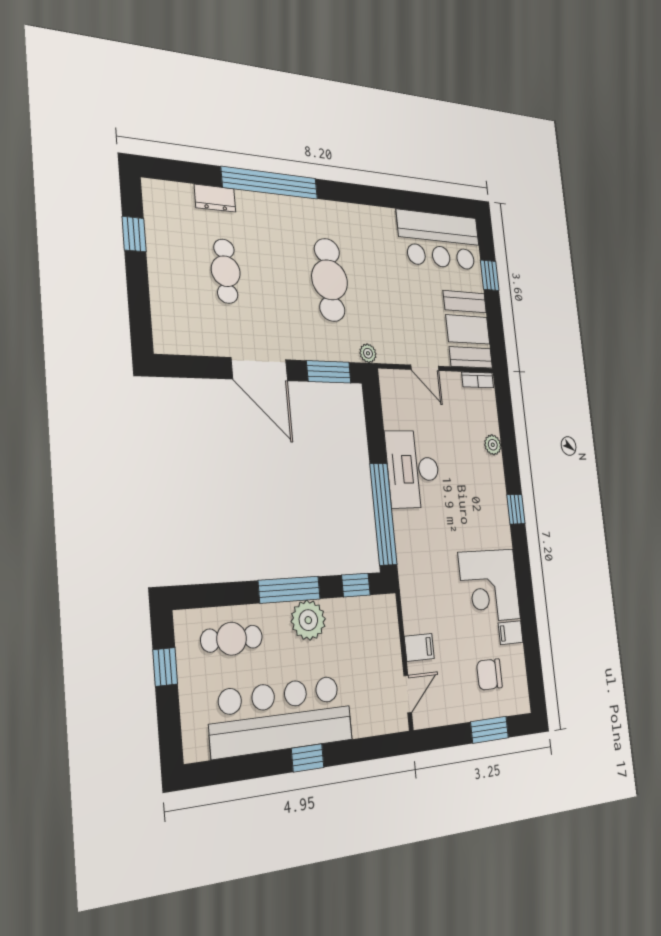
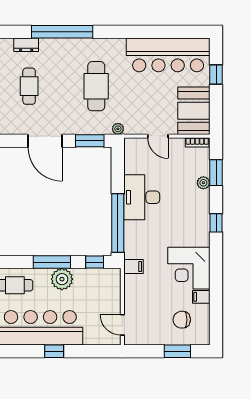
bar counter: (439, 240) -> (168, 55), width x1.36
window: (507, 429) -> (216, 173), added
filing cabinet: (419, 647) -> (133, 267), moved
door: (408, 694) -> (122, 325), swing flipped

